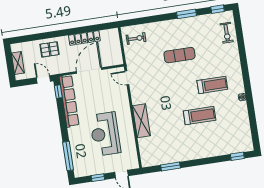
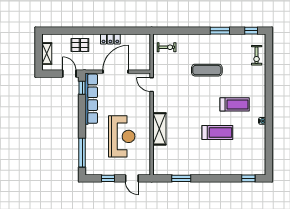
locker: (84, 38) -> (110, 39), width x0.66
reception desk: (105, 134) -> (122, 136), turned 180

